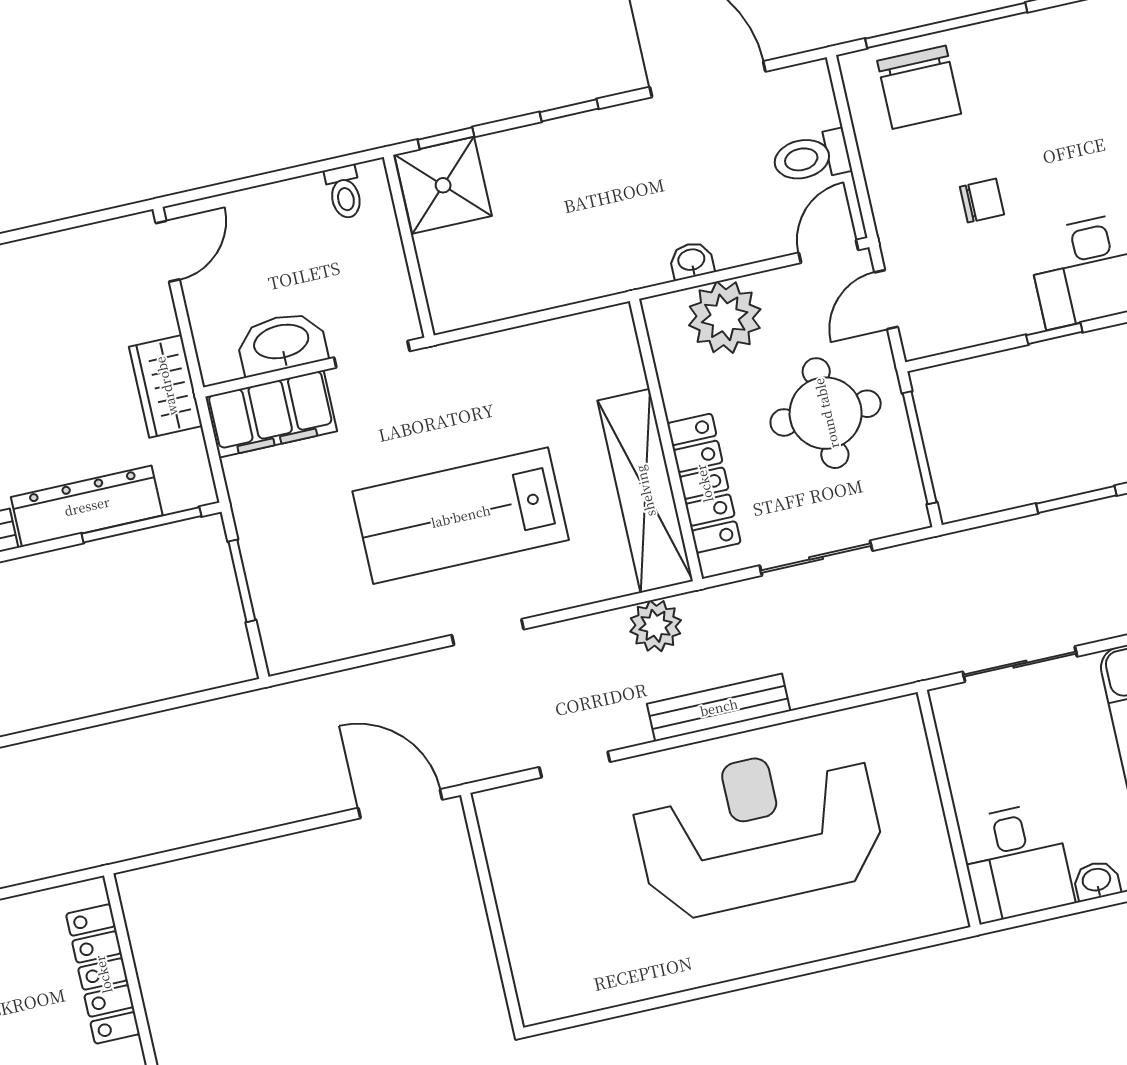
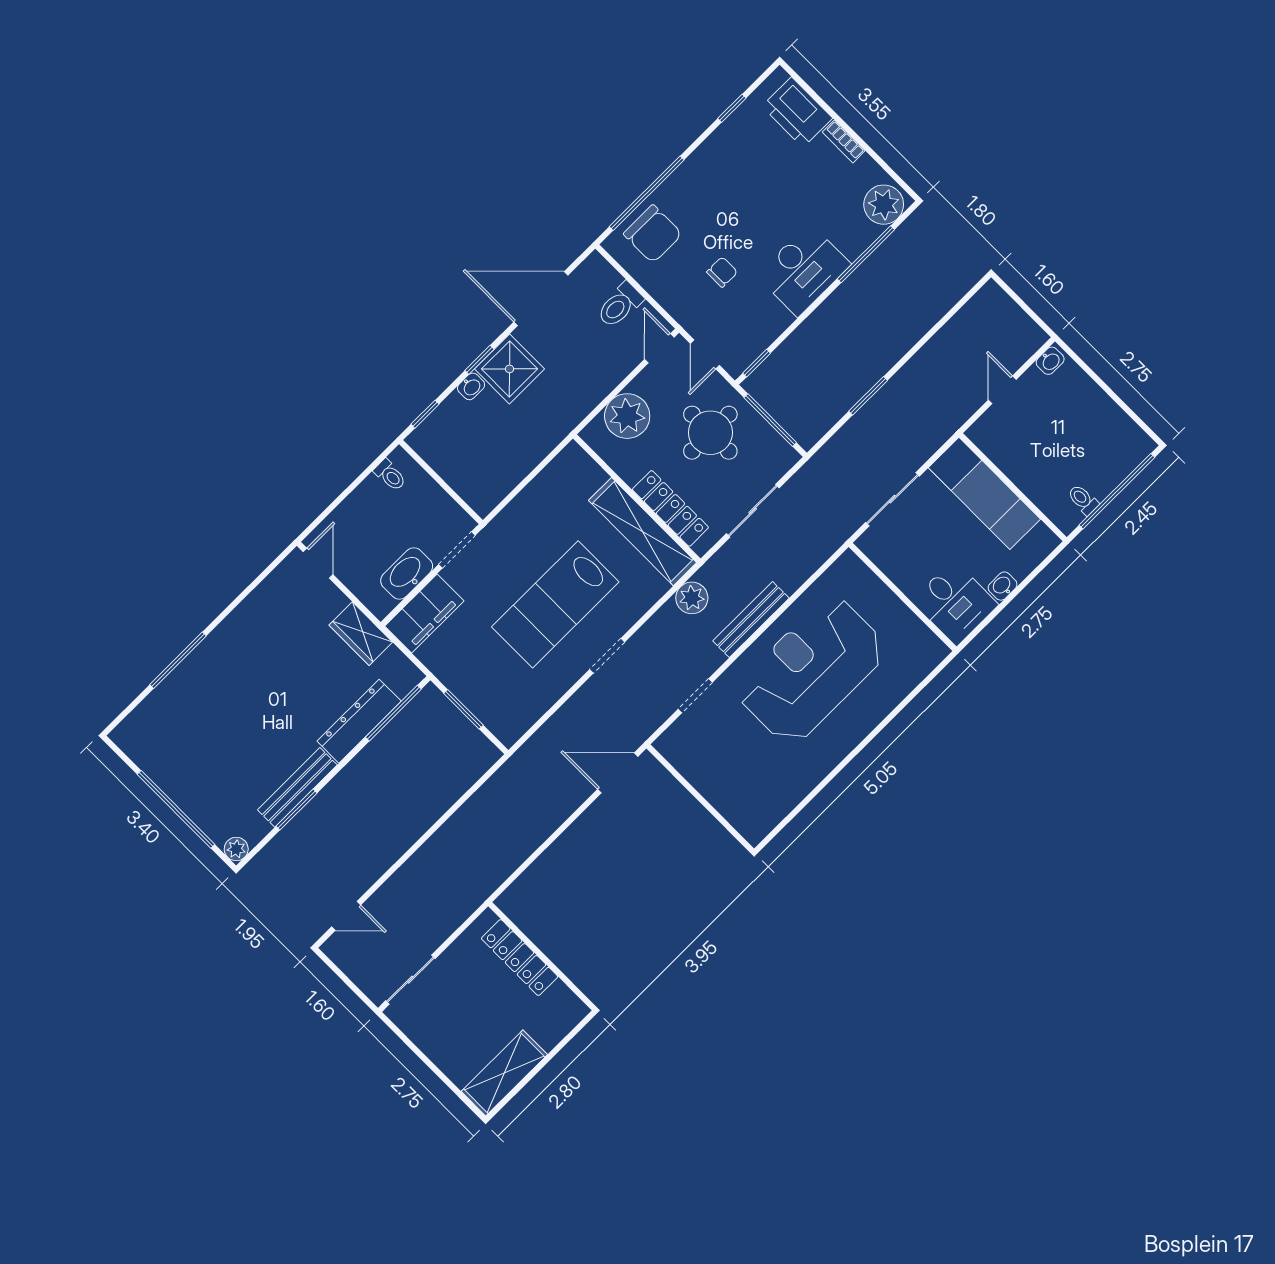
shower: (443, 185) -> (510, 369), moved
washbasin: (692, 261) -> (471, 386), moved, turned 180
window: (1054, 333) -> (757, 363), moved

